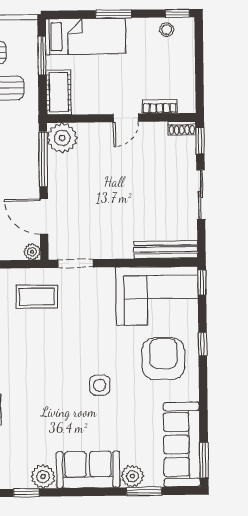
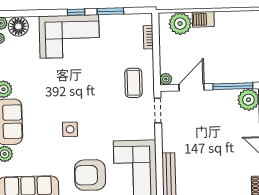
armchair: (163, 359) -> (90, 175), turned 180

